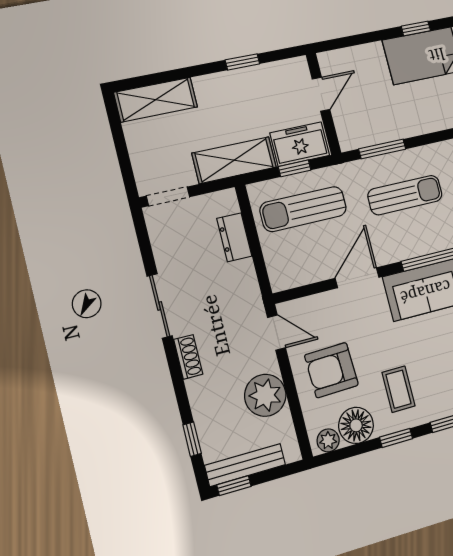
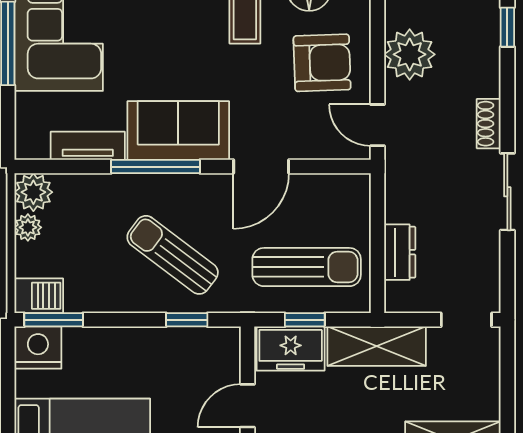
window: (382, 149) -> (187, 320), width x0.67
sun lounger: (405, 195) -> (173, 255), turned 37

